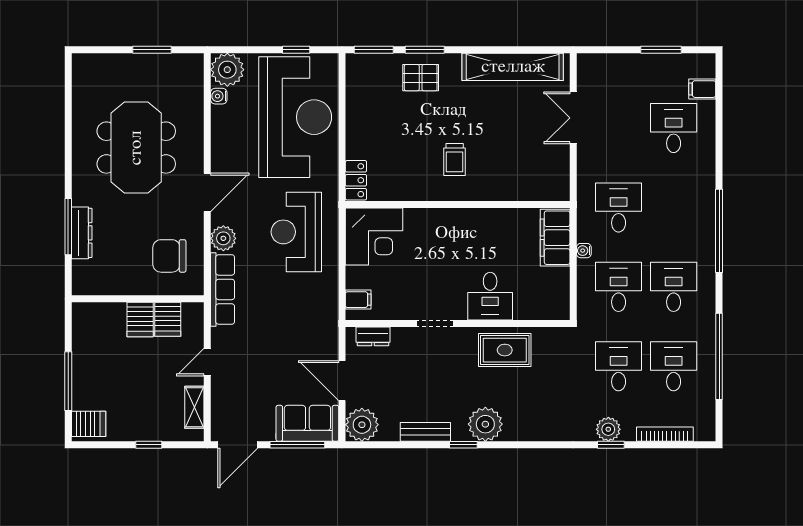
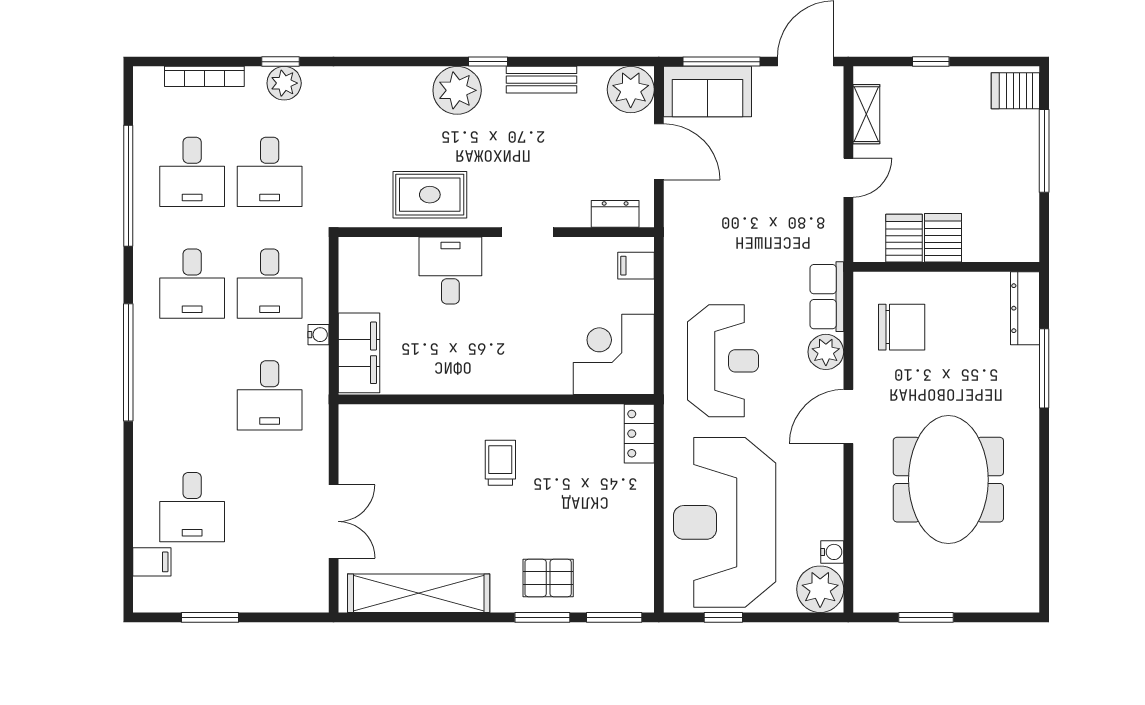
dresser: (82, 233) -> (1025, 308), moved
row of seats: (223, 289) -> (827, 297), width x0.68

